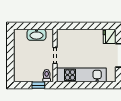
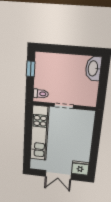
washbasin: (37, 35) -> (93, 68), moved
window: (38, 85) -> (31, 69), moved

